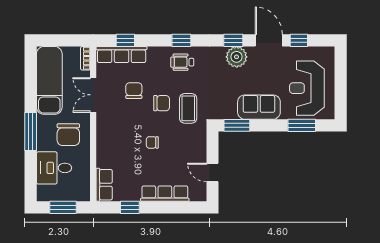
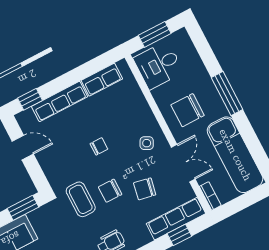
chair: (134, 91) -> (145, 189), turned 101
side table: (114, 126) -> (147, 143), added
chair: (68, 135) -> (188, 110), turned -90
desk: (54, 168) -> (158, 65), moved, turned 180
row of seats: (104, 185) -> (102, 80), moved, turned -90
window: (130, 207) -> (30, 99), moved

